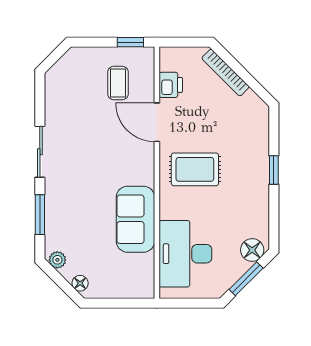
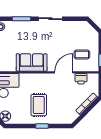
rug: (195, 169) -> (39, 105), moved
sofa: (135, 219) -> (32, 63), moved

